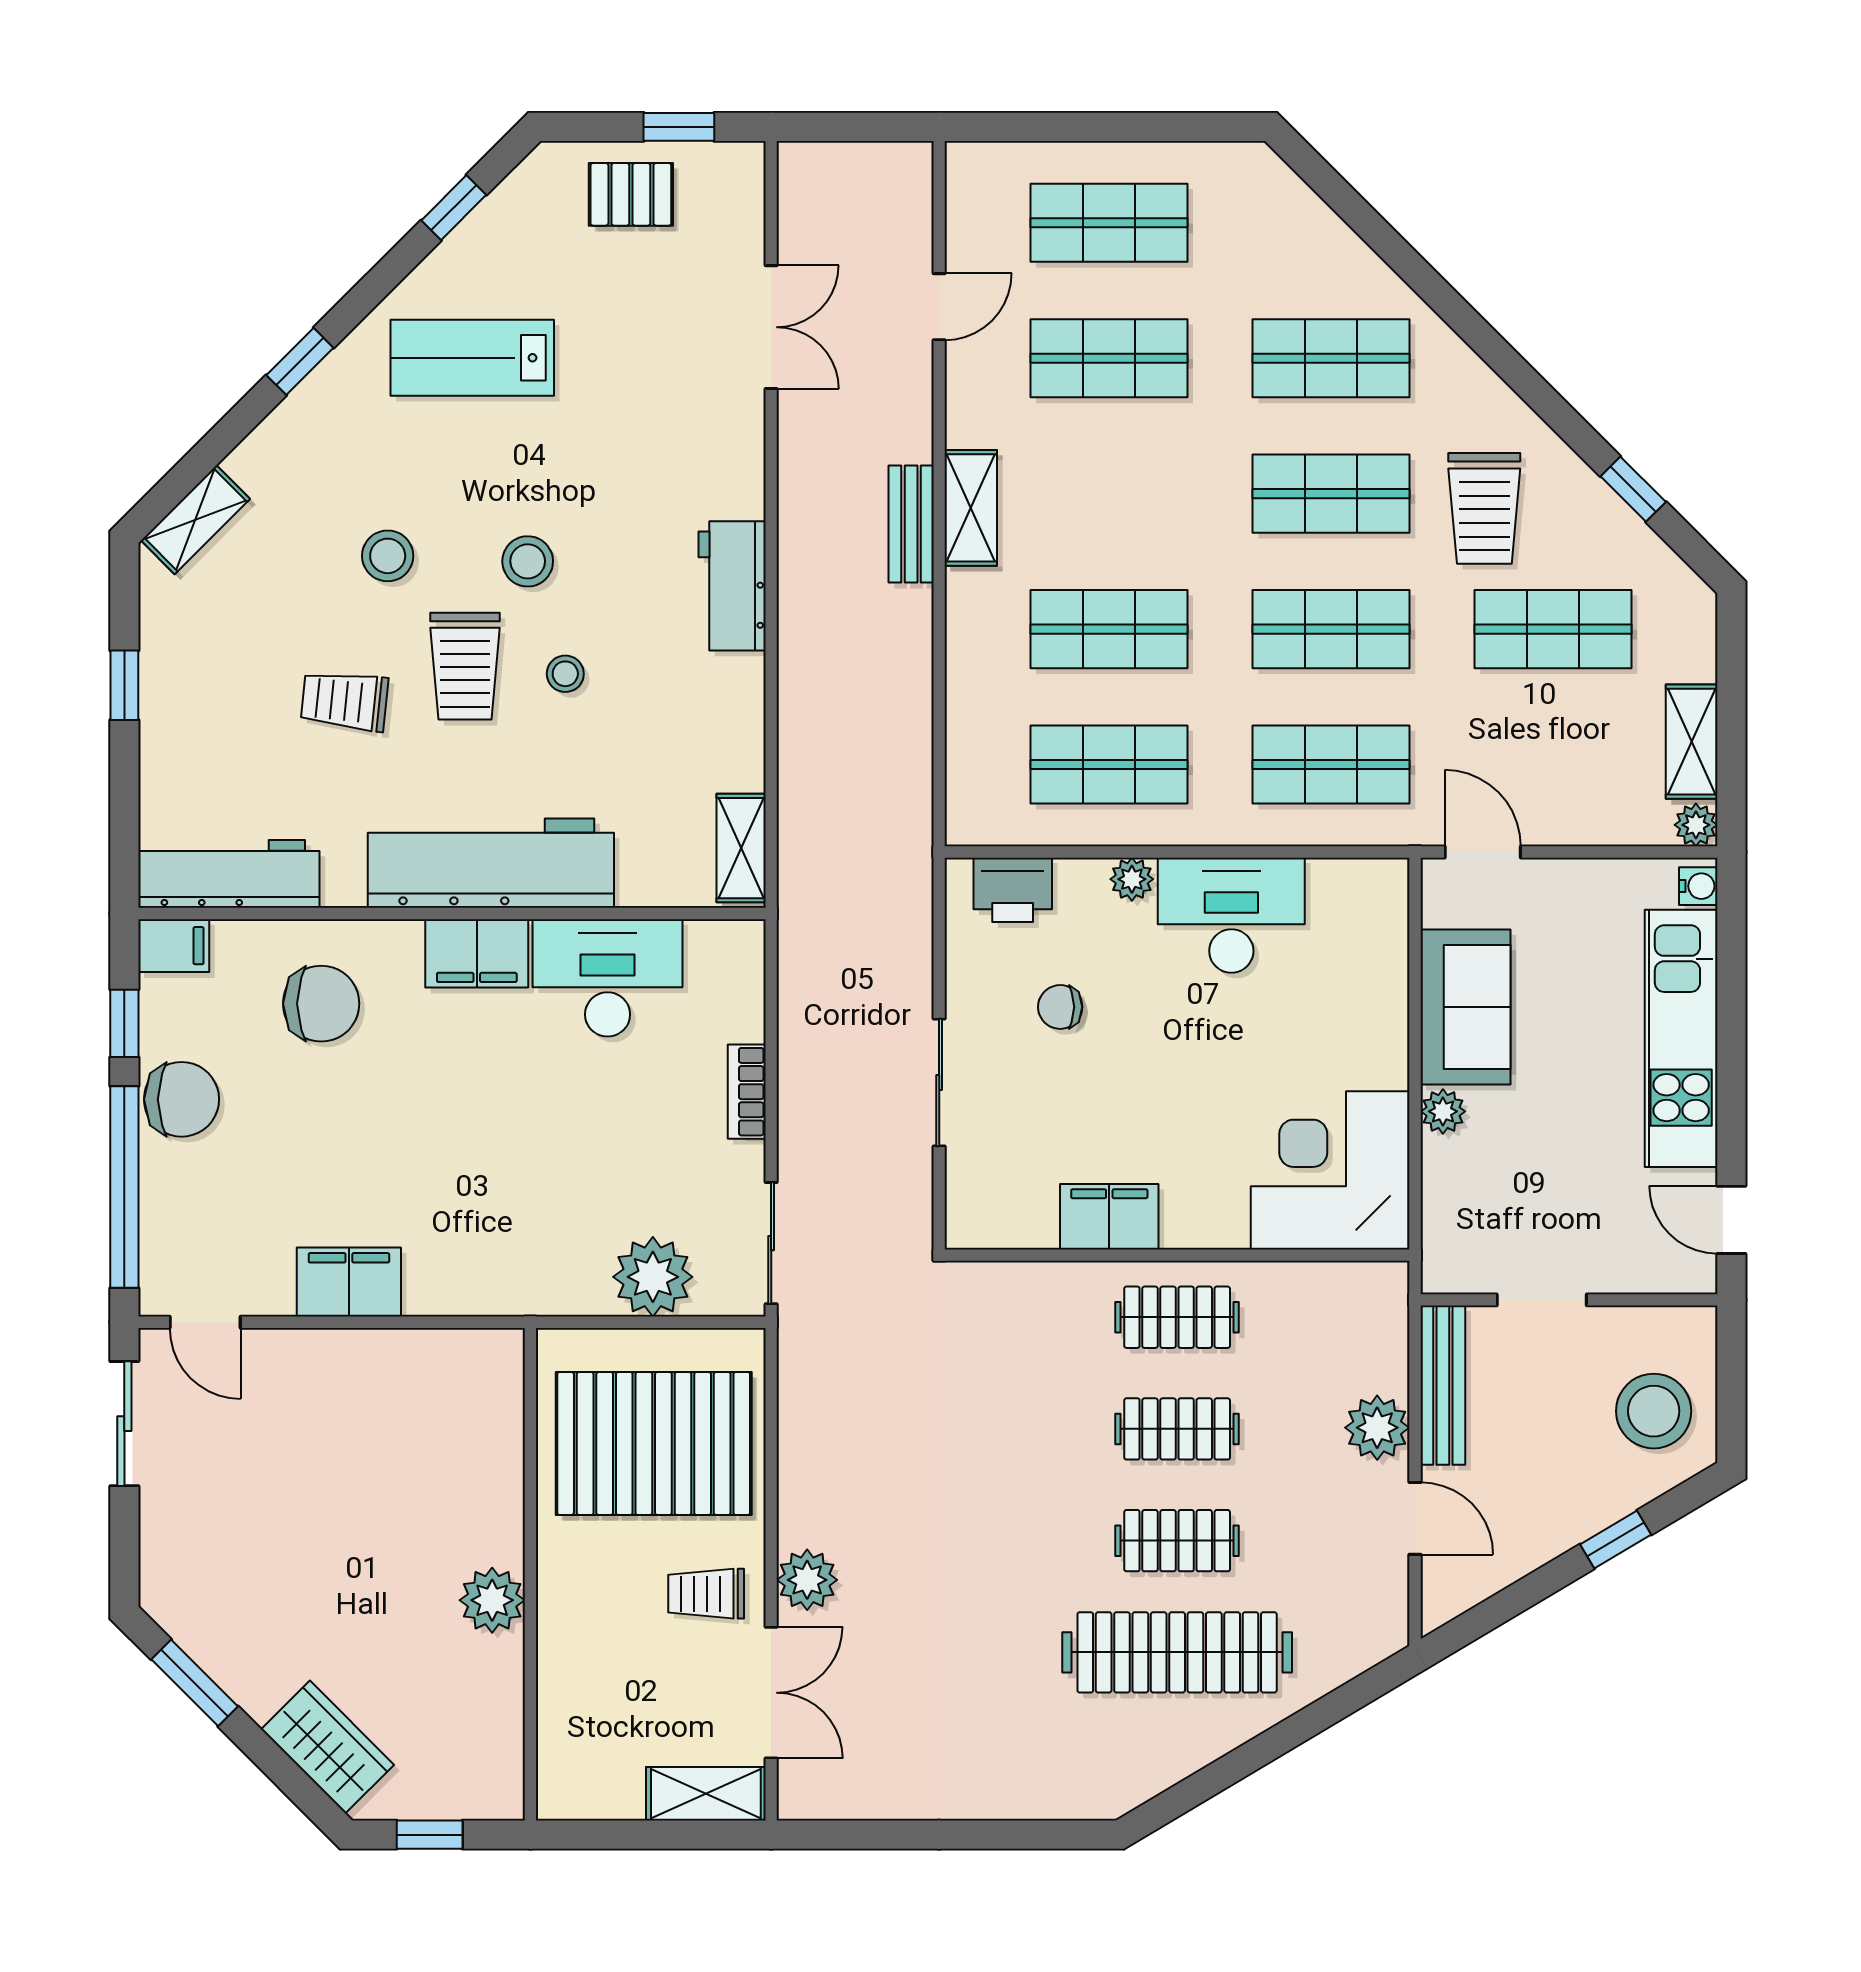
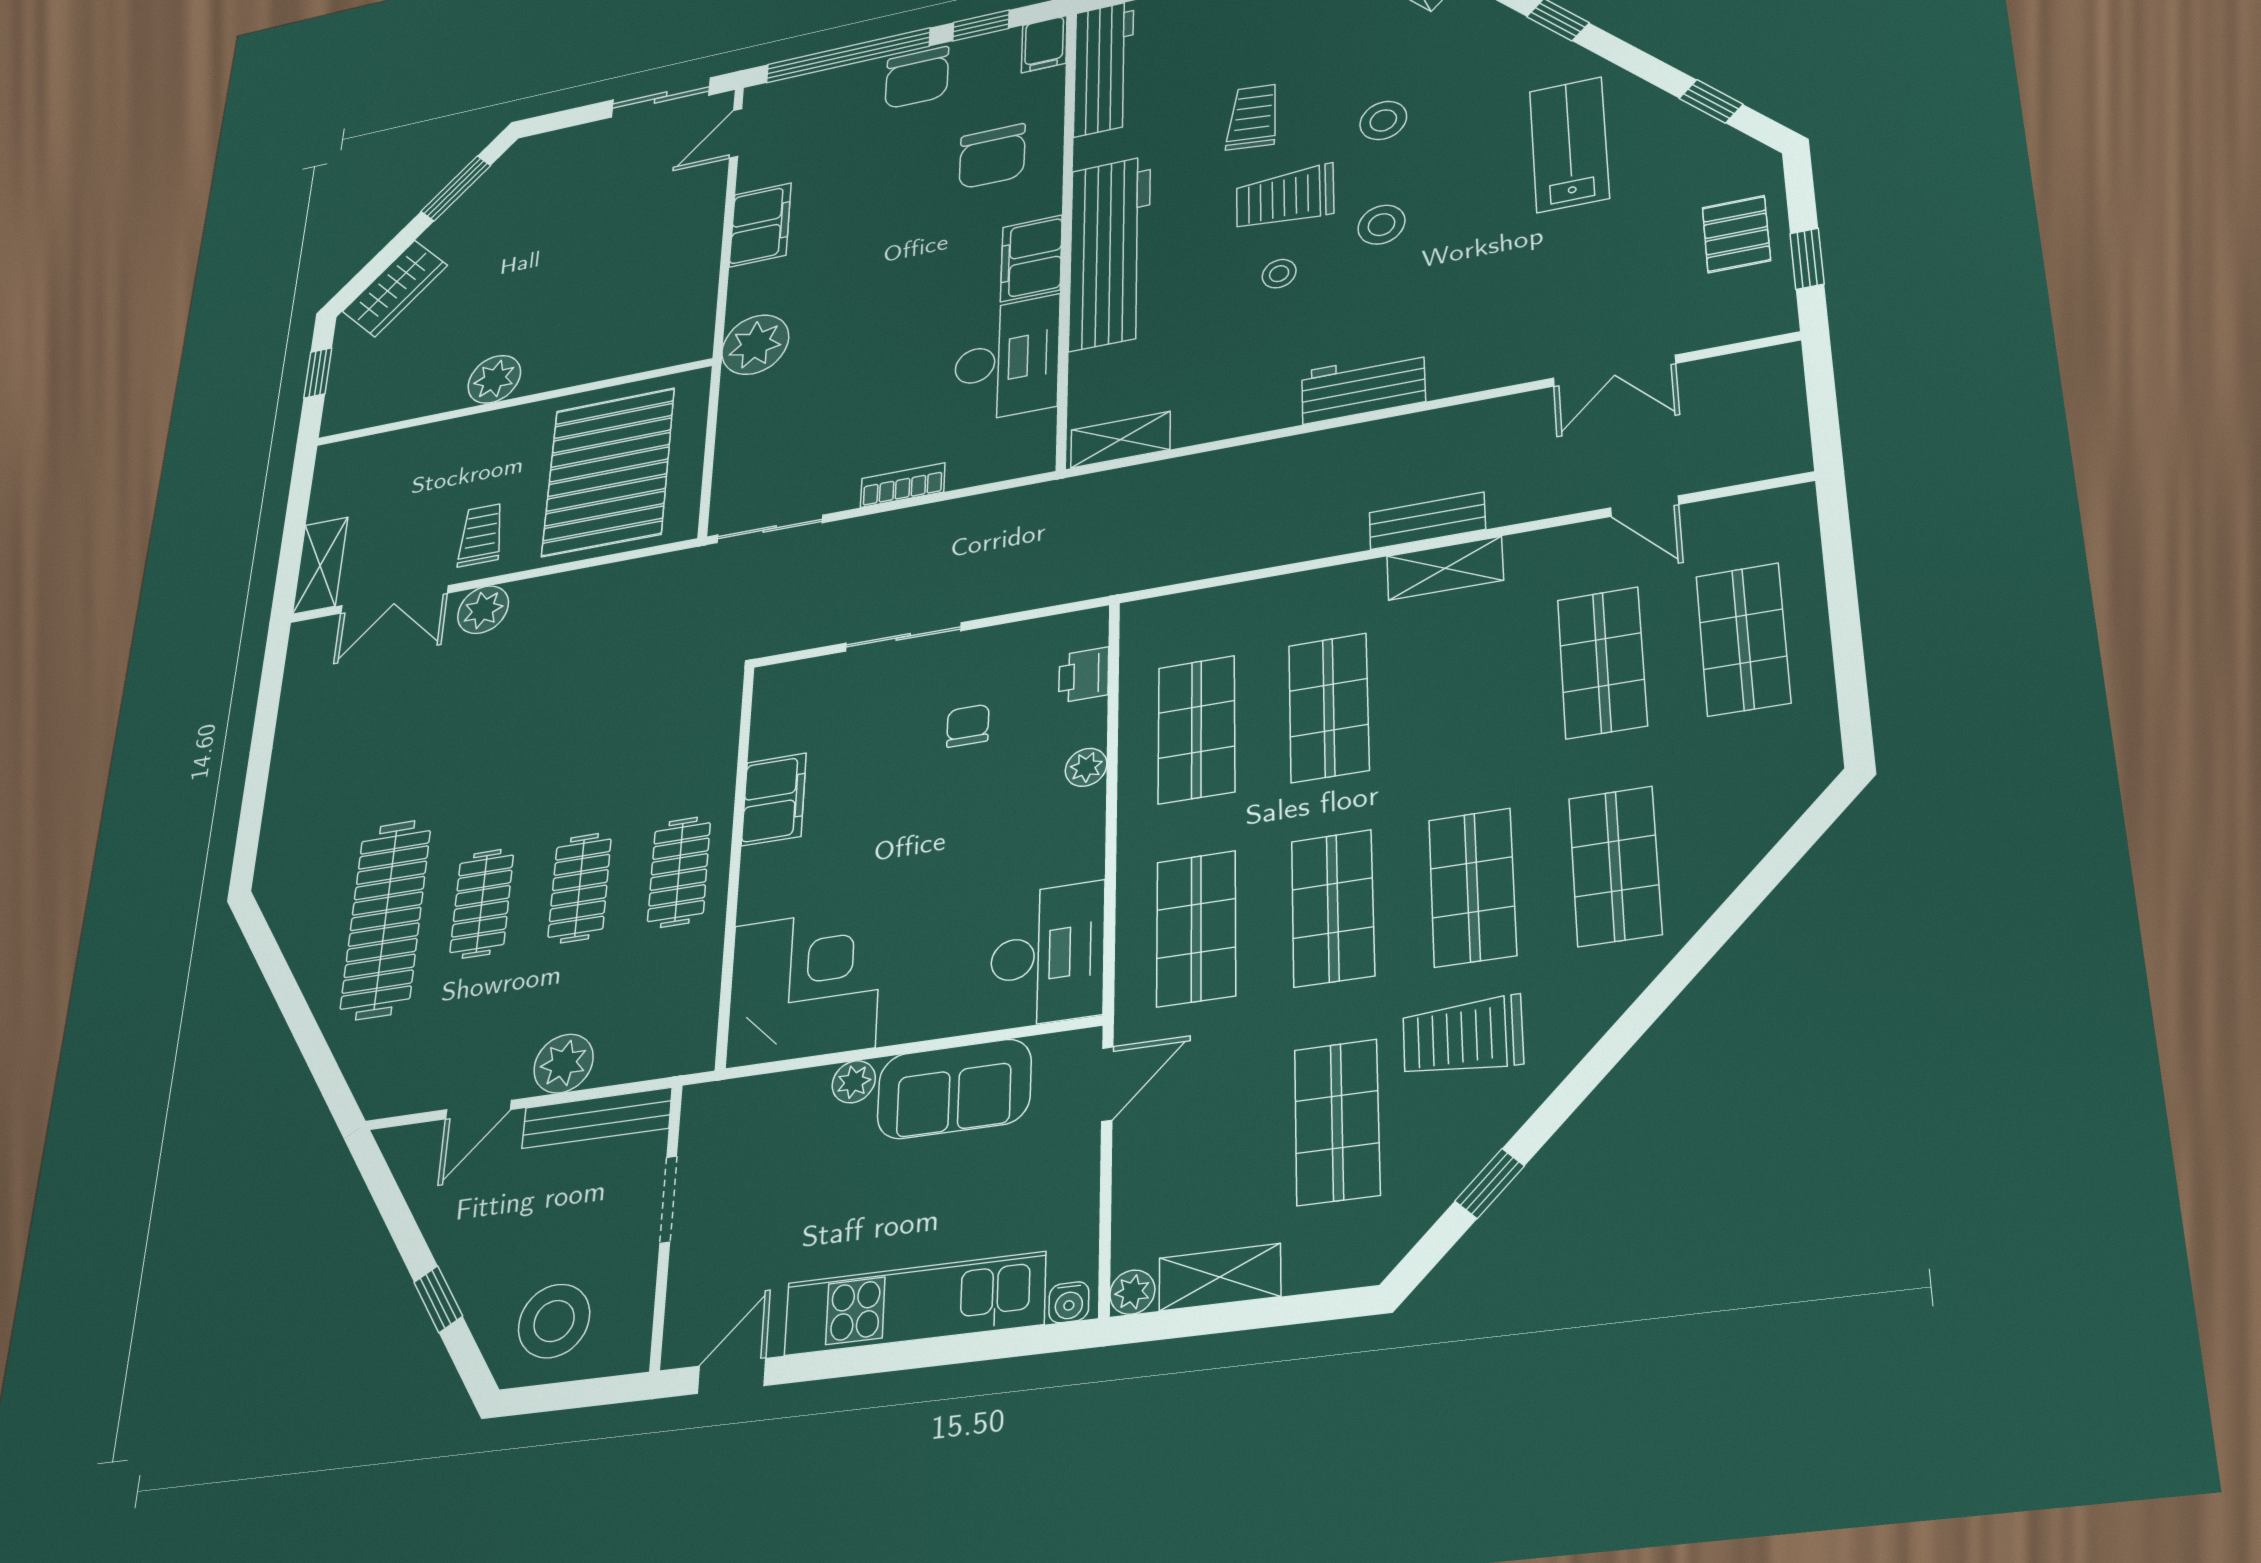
printer: (1013, 890) -> (1084, 675), width x0.73, depth x0.81
desk: (1231, 915) -> (1047, 955), moved
plant: (653, 1277) -> (755, 345), moved

